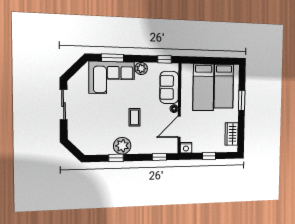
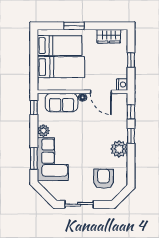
coffee table: (135, 117) -> (91, 137), removed
armchair: (91, 130) -> (104, 179), added
window: (116, 158) -> (131, 136), moved

